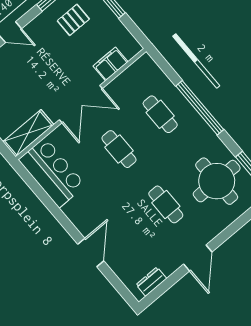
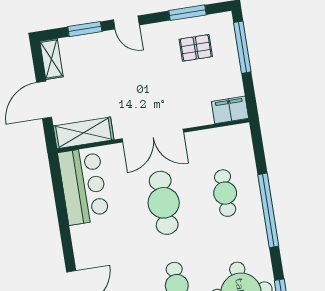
filing cabinet: (110, 64) -> (230, 110), moved
cafe table: (119, 149) -> (164, 203), width x1.37, depth x1.35

